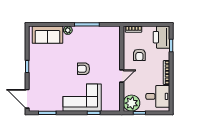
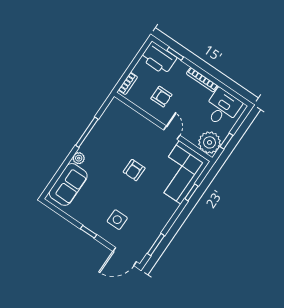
side table: (46, 79) -> (117, 220), added
corner sofa: (82, 98) -> (180, 172), moved

